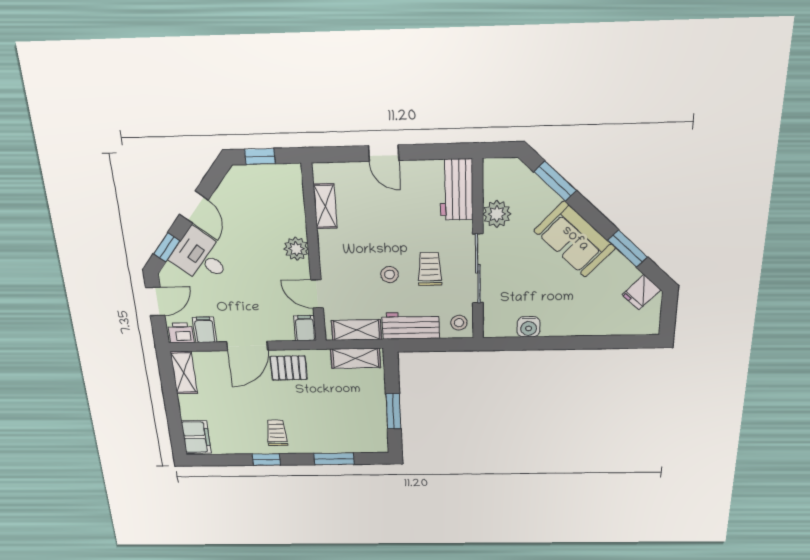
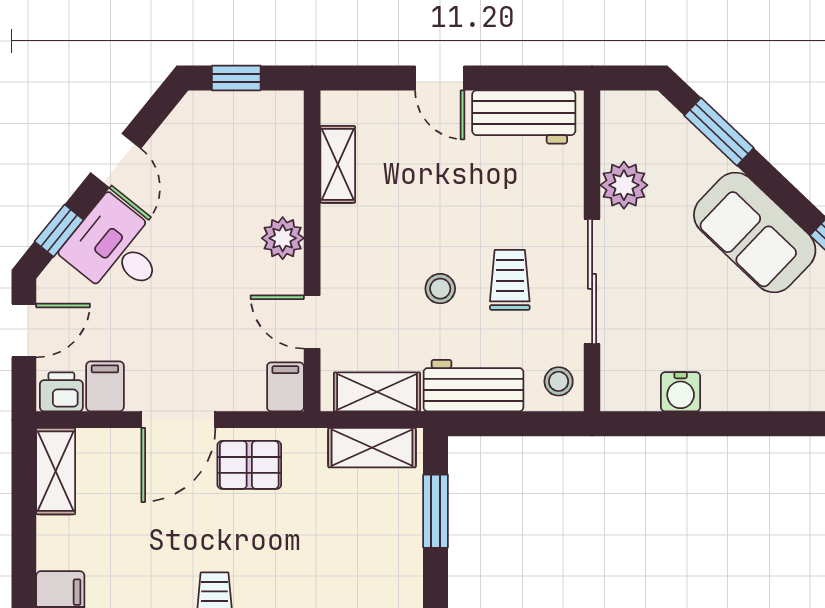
workbench: (456, 190) -> (524, 117), moved, turned -90
window: (393, 411) -> (436, 511), moved

